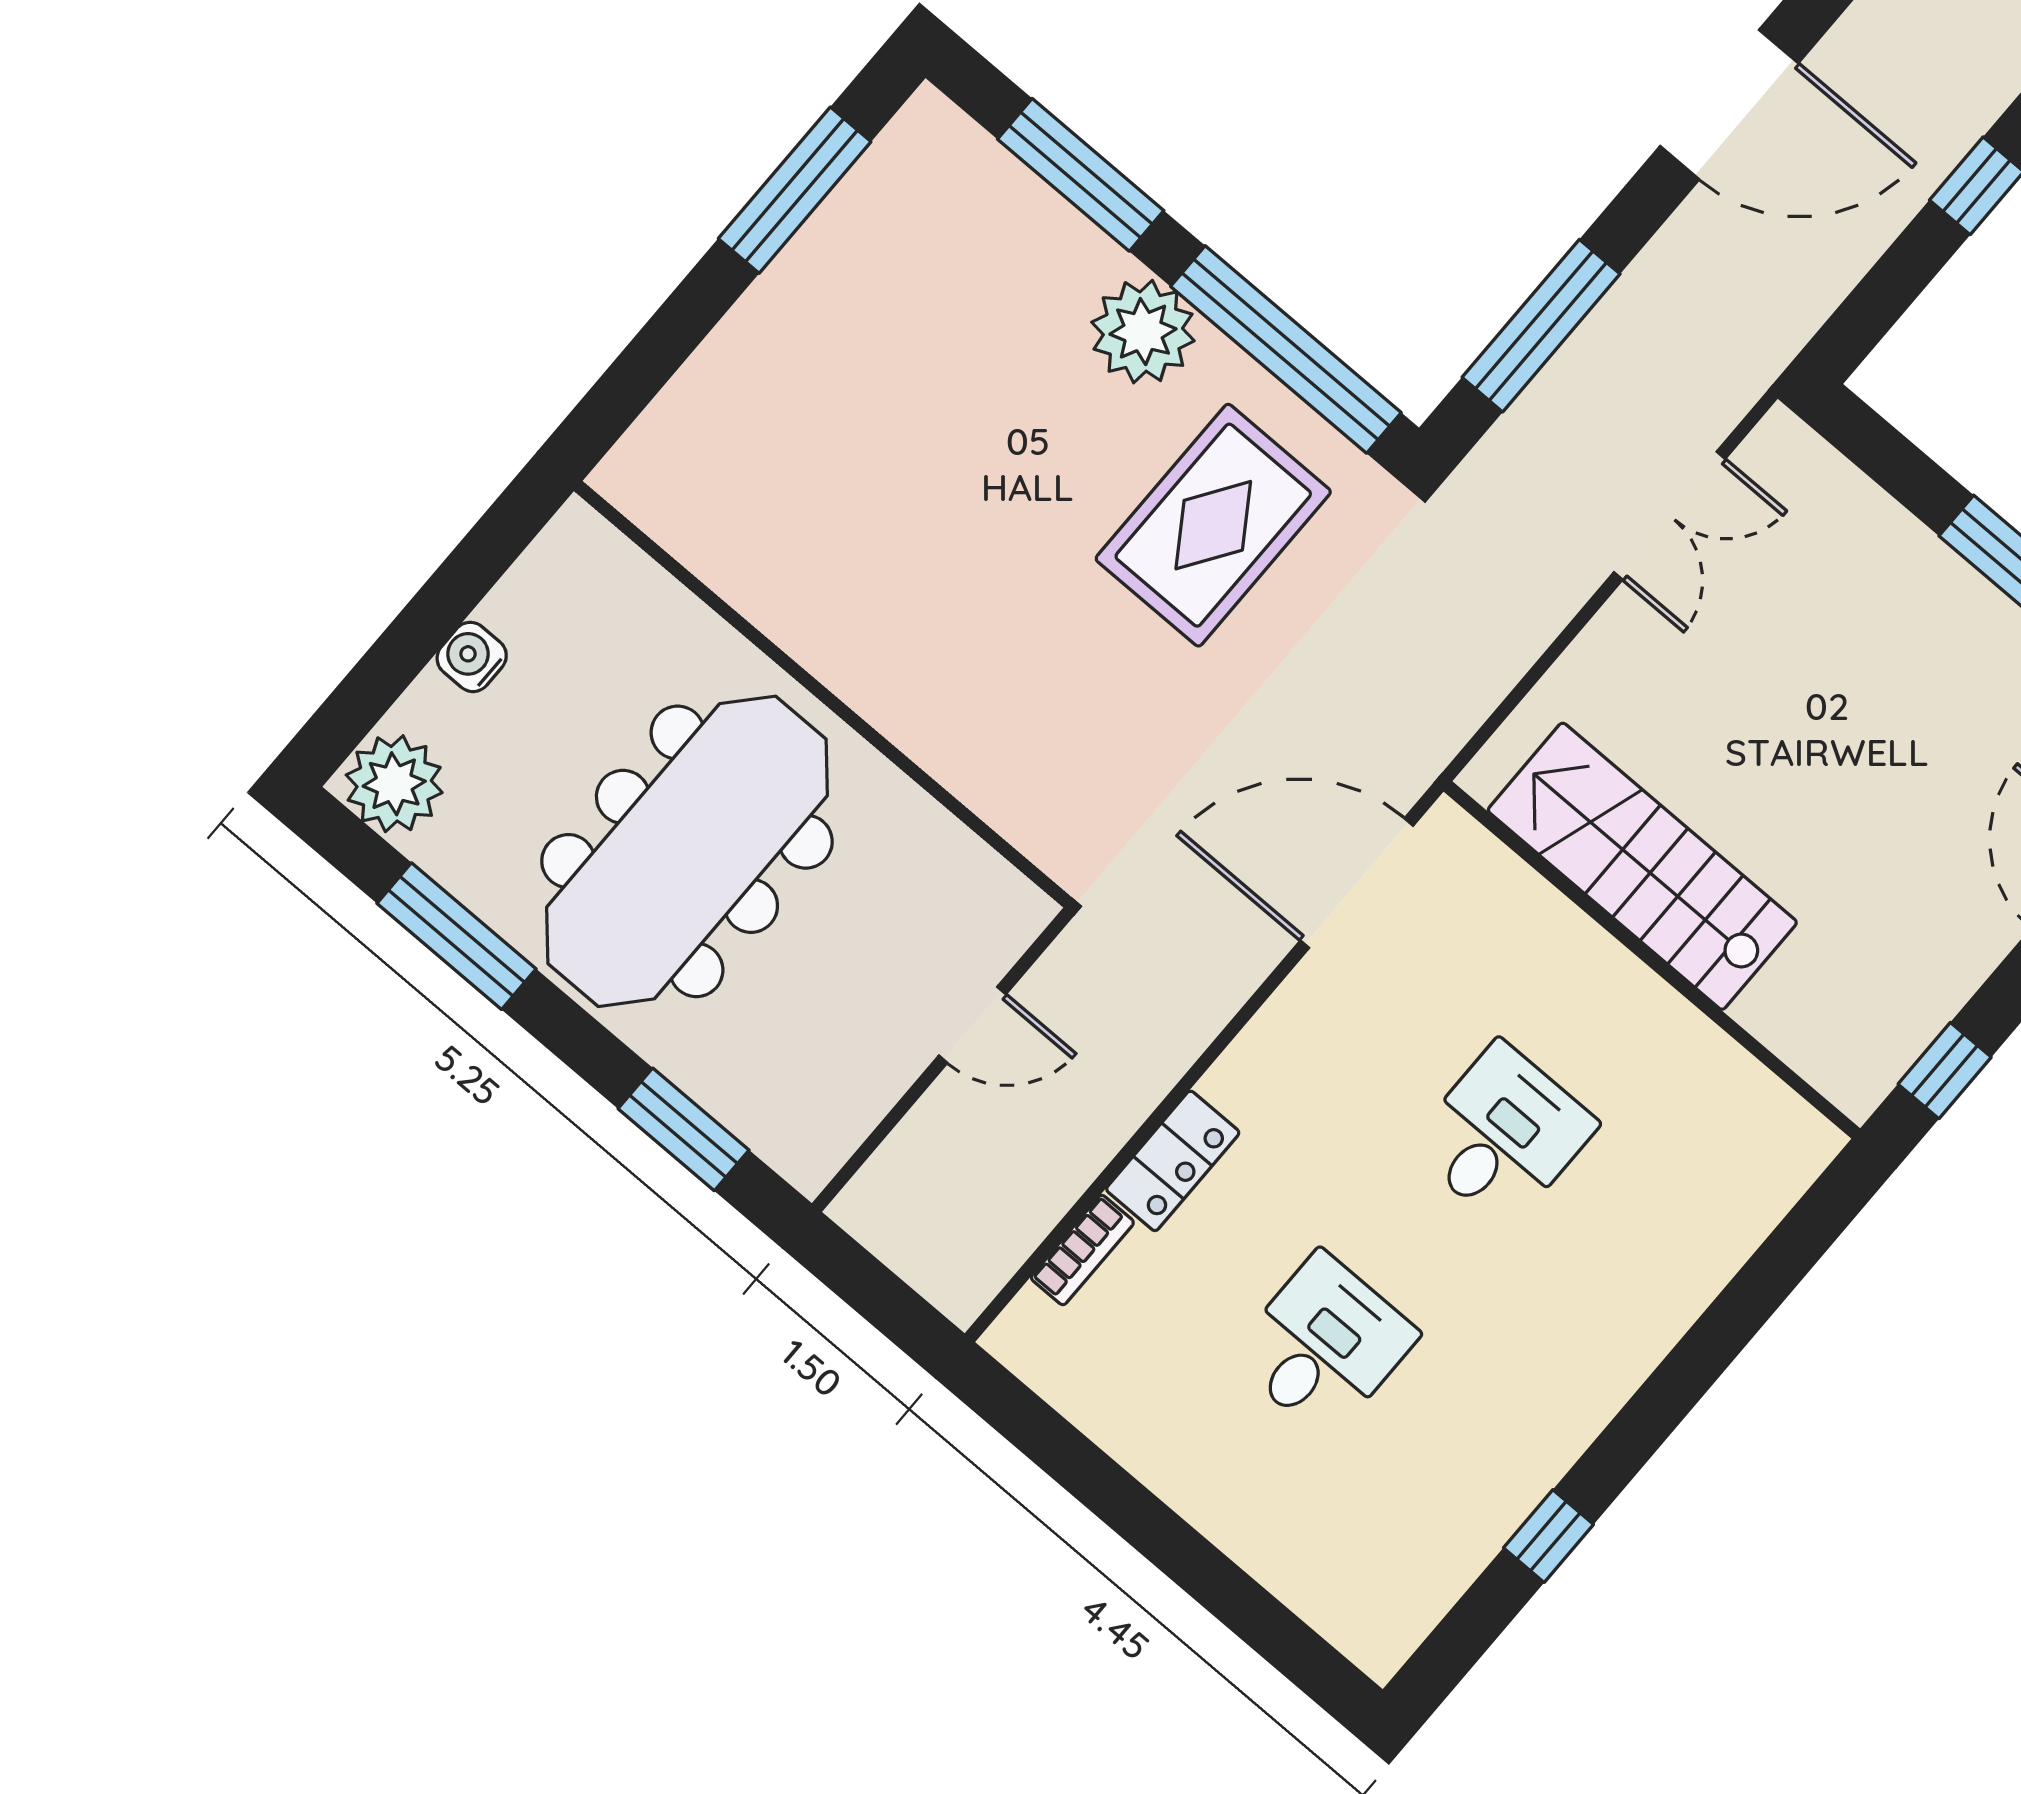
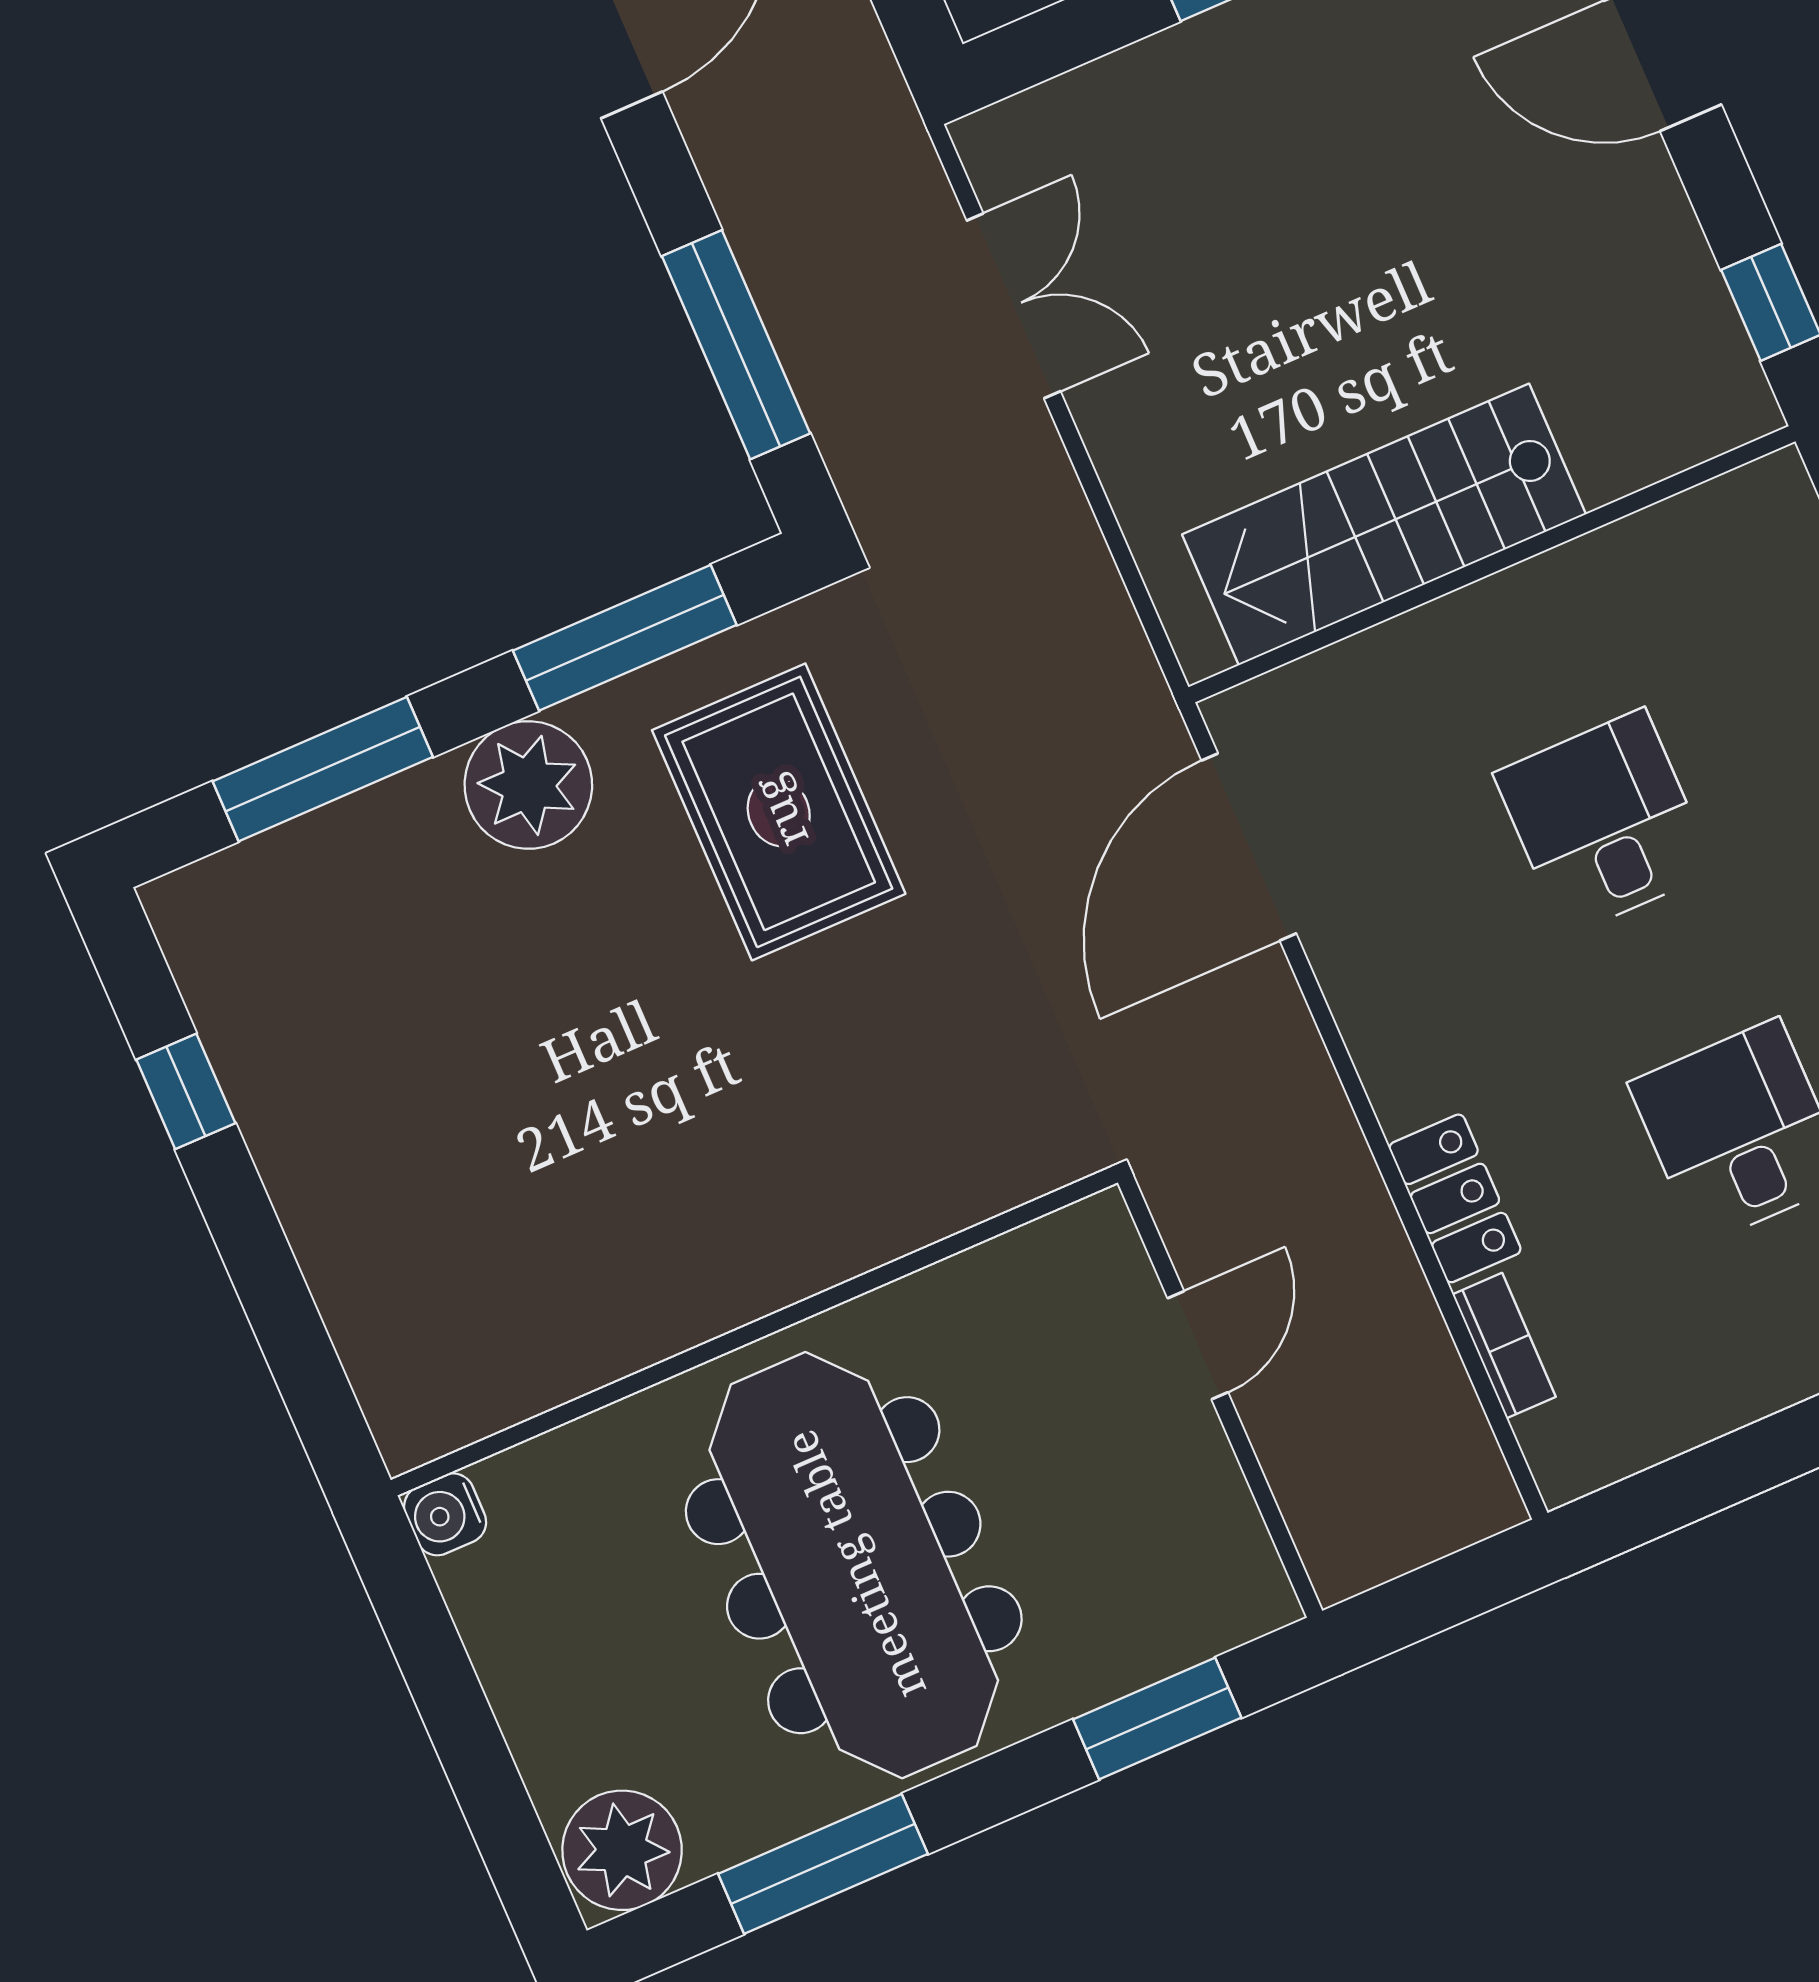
window: (795, 190) -> (186, 1091), width x0.46
window: (1286, 349) -> (625, 638), width x0.68
water cooler: (472, 657) -> (445, 1514), moved

